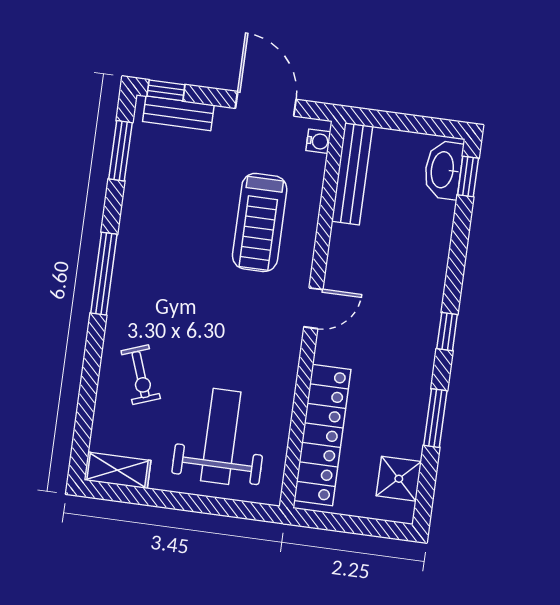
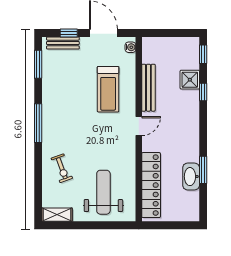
window: (166, 90) -> (69, 33), moved
washbasin: (443, 170) -> (191, 177), moved
bench: (352, 174) -> (148, 88), moved
window: (447, 332) -> (203, 92), moved
shower: (399, 479) -> (190, 80), moved

